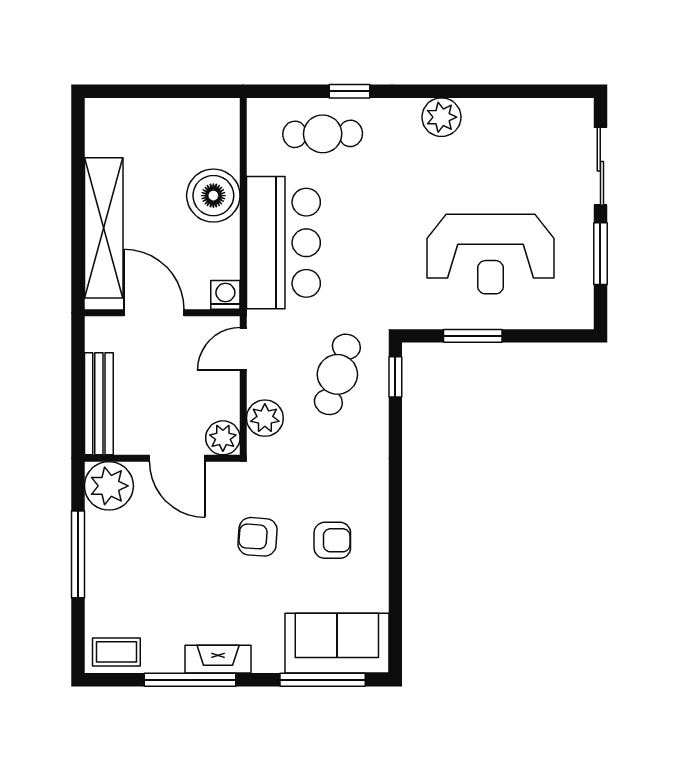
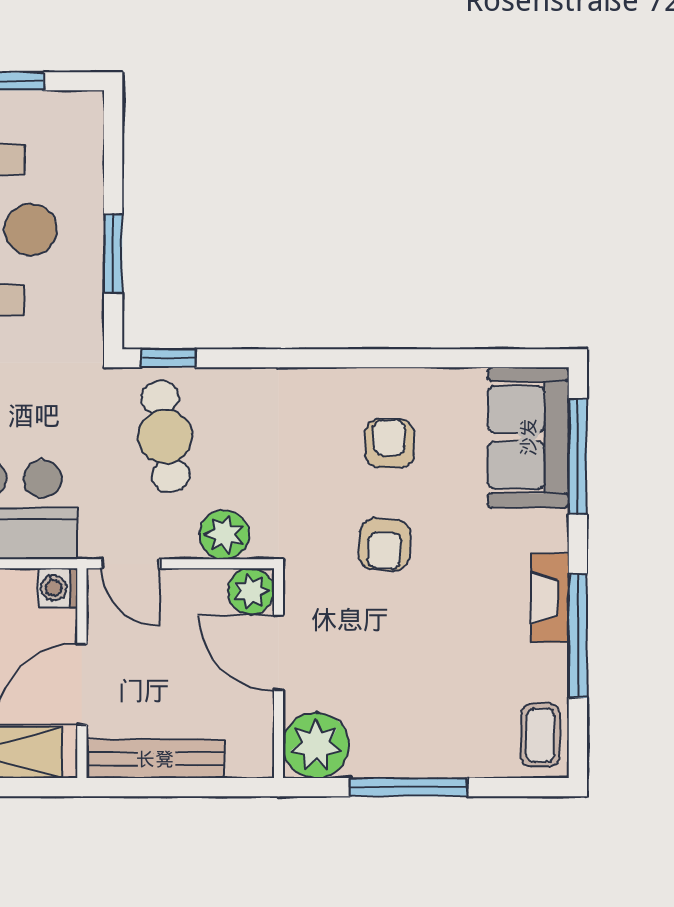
cafe table: (337, 374) -> (165, 437), turned 64
bench: (99, 404) -> (155, 759), moved
door: (177, 458) -> (278, 653), swing flipped

